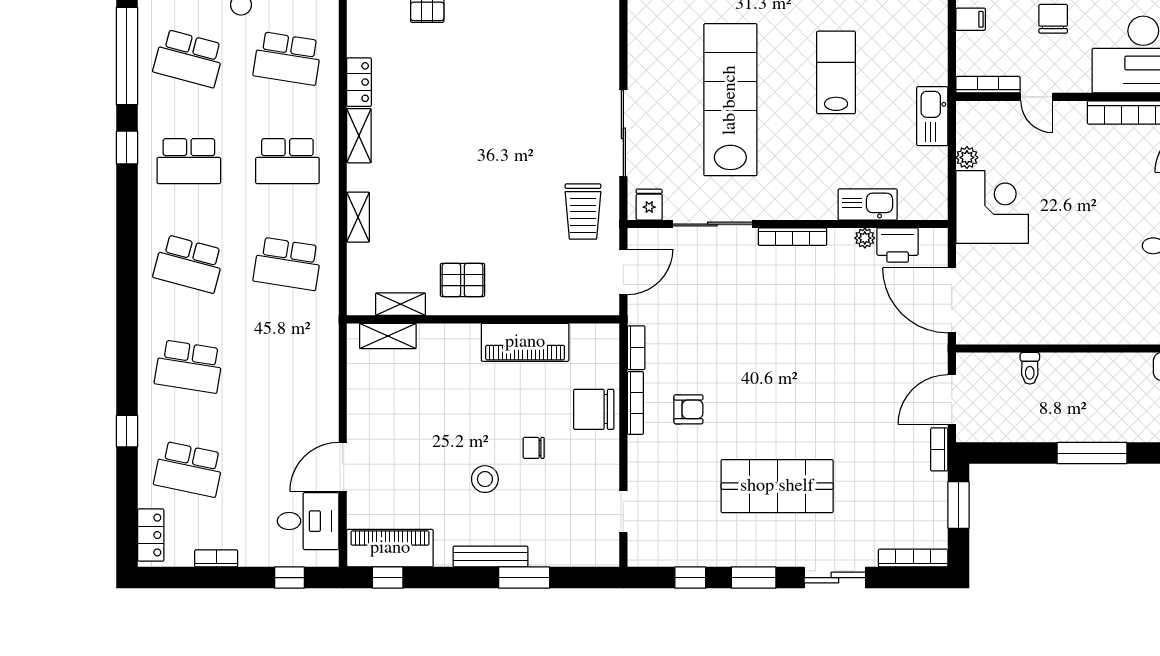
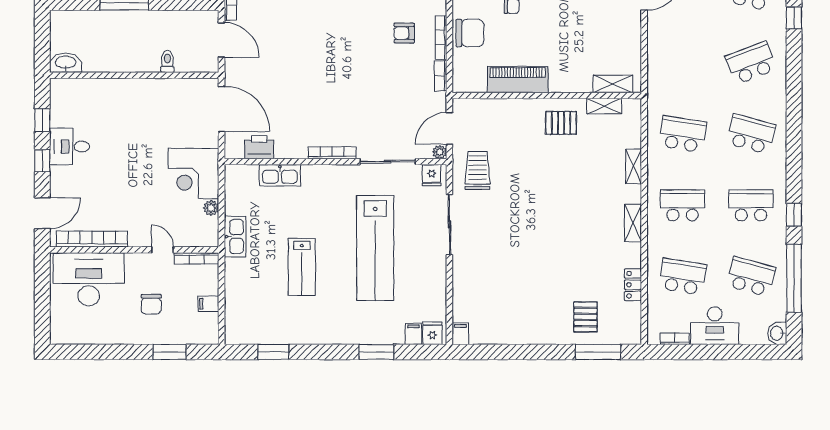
locker: (359, 82) -> (633, 285), moved
plant: (865, 238) -> (440, 152), moved
school desk: (189, 366) -> (751, 63), turned -30
door: (952, 400) -> (221, 40), hinge flipped

